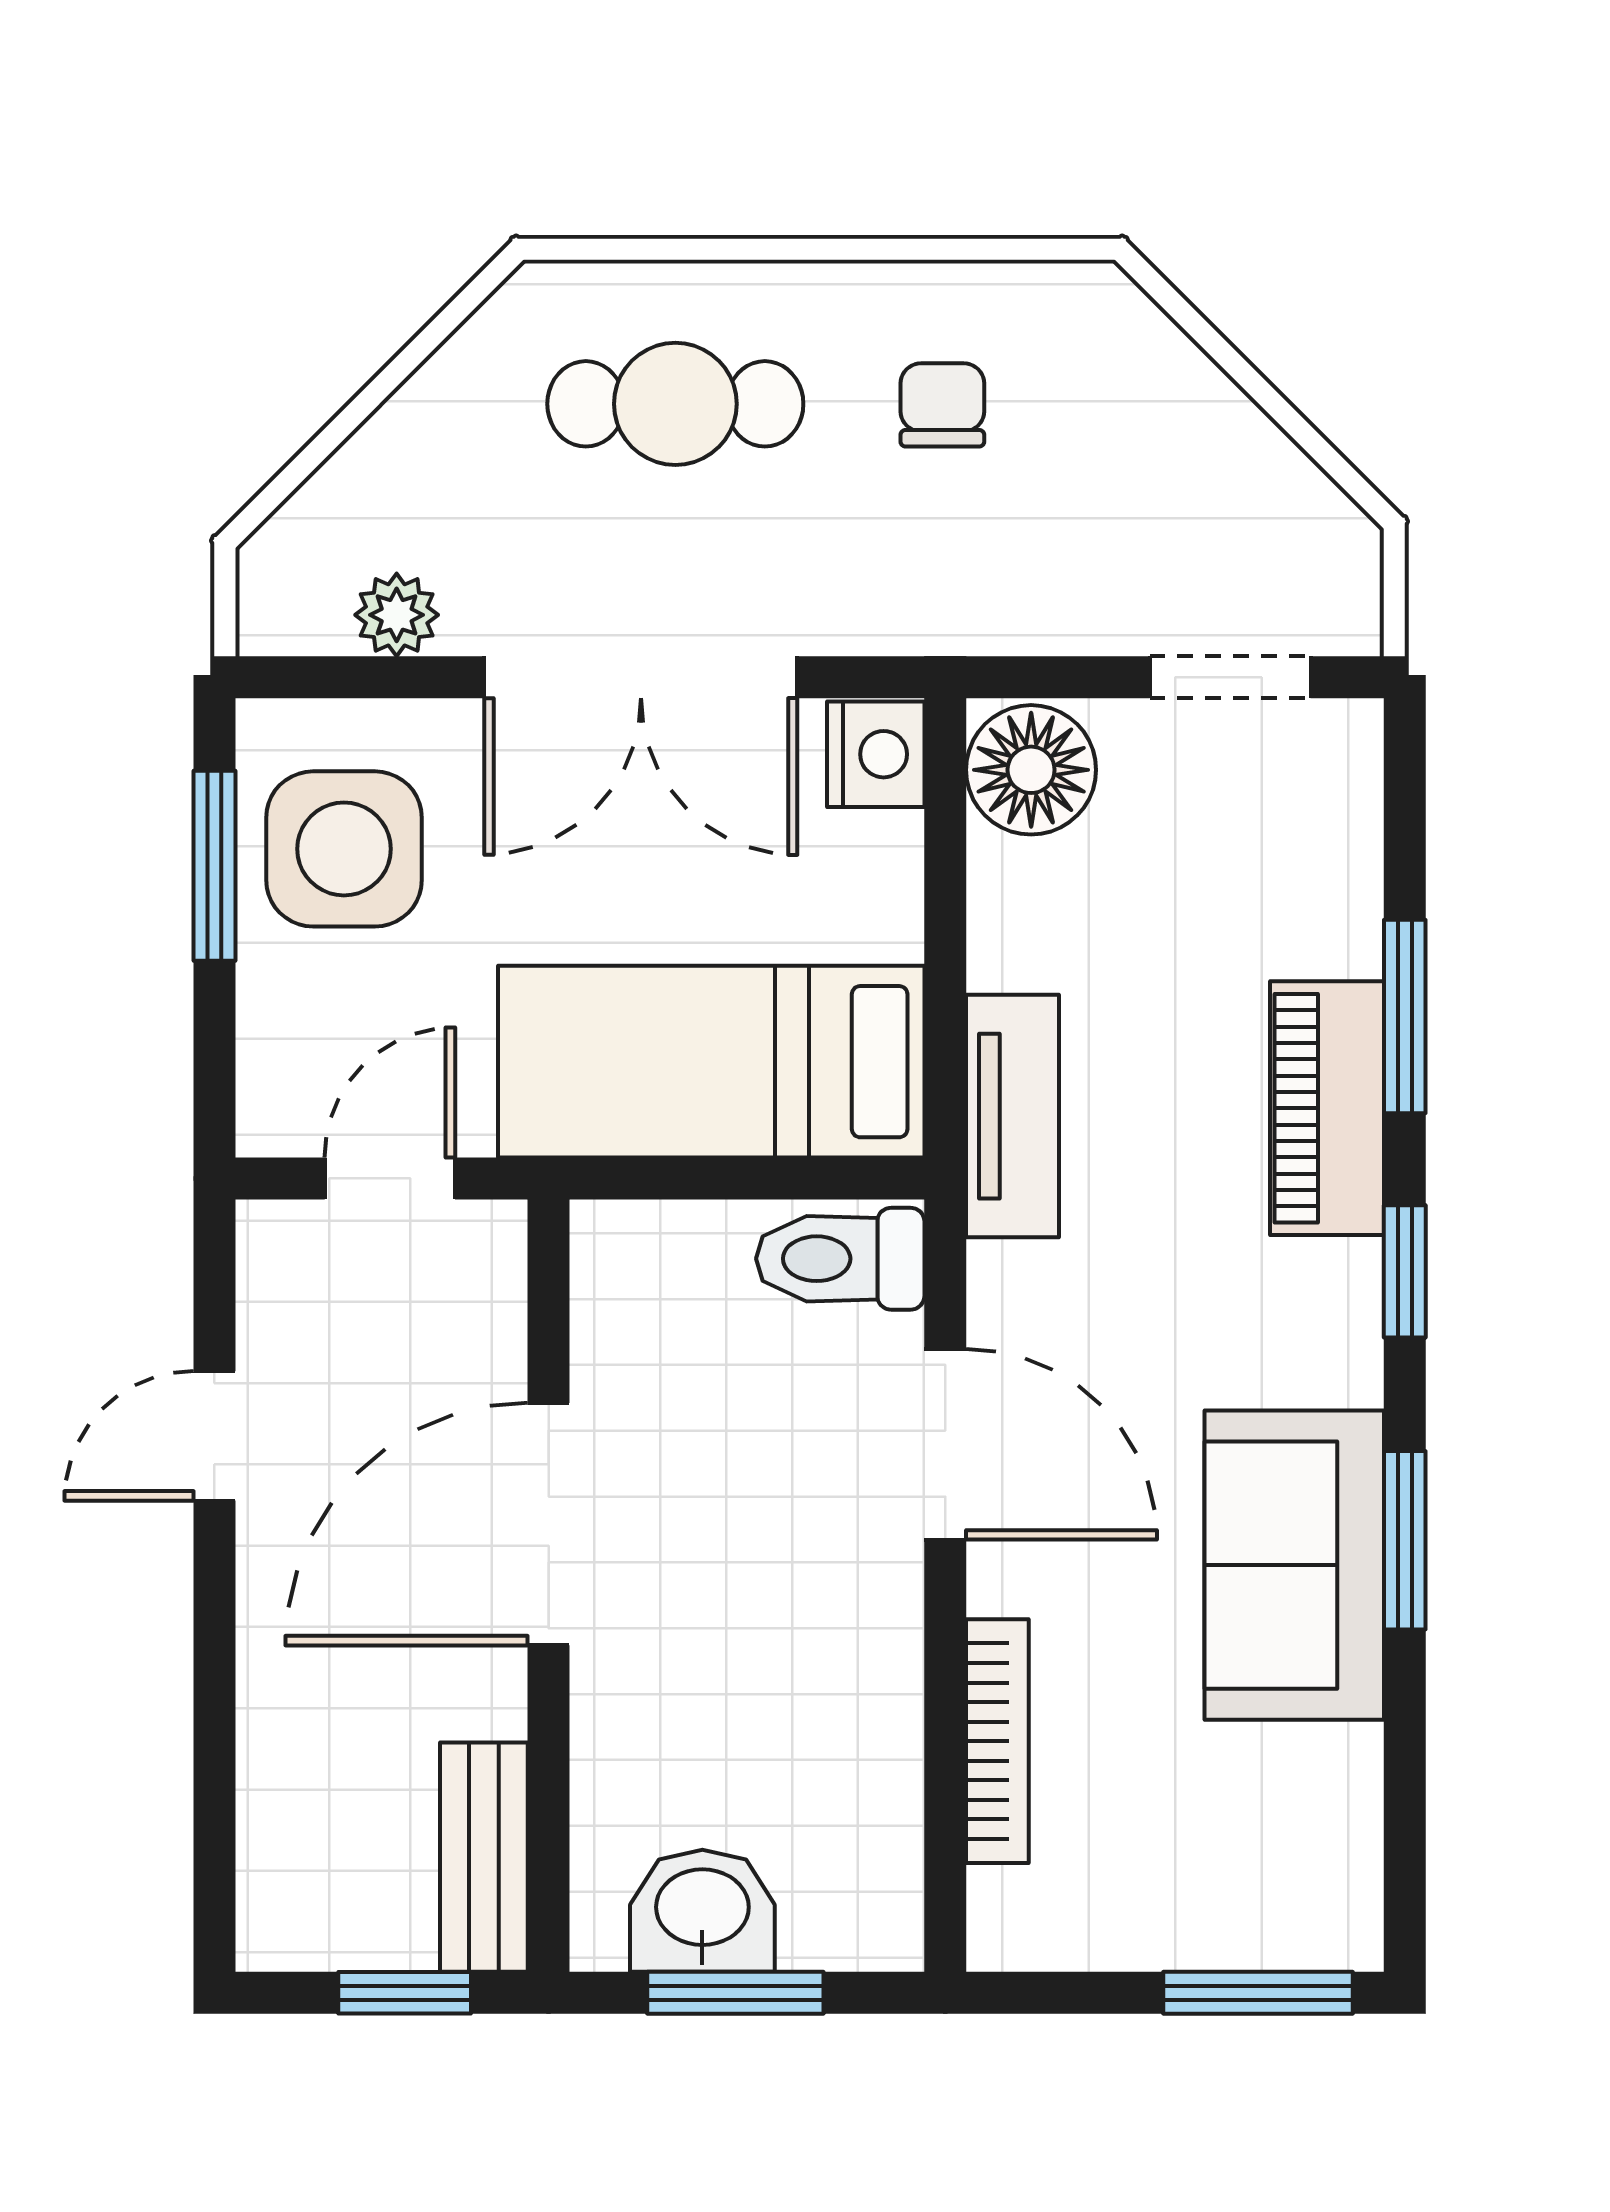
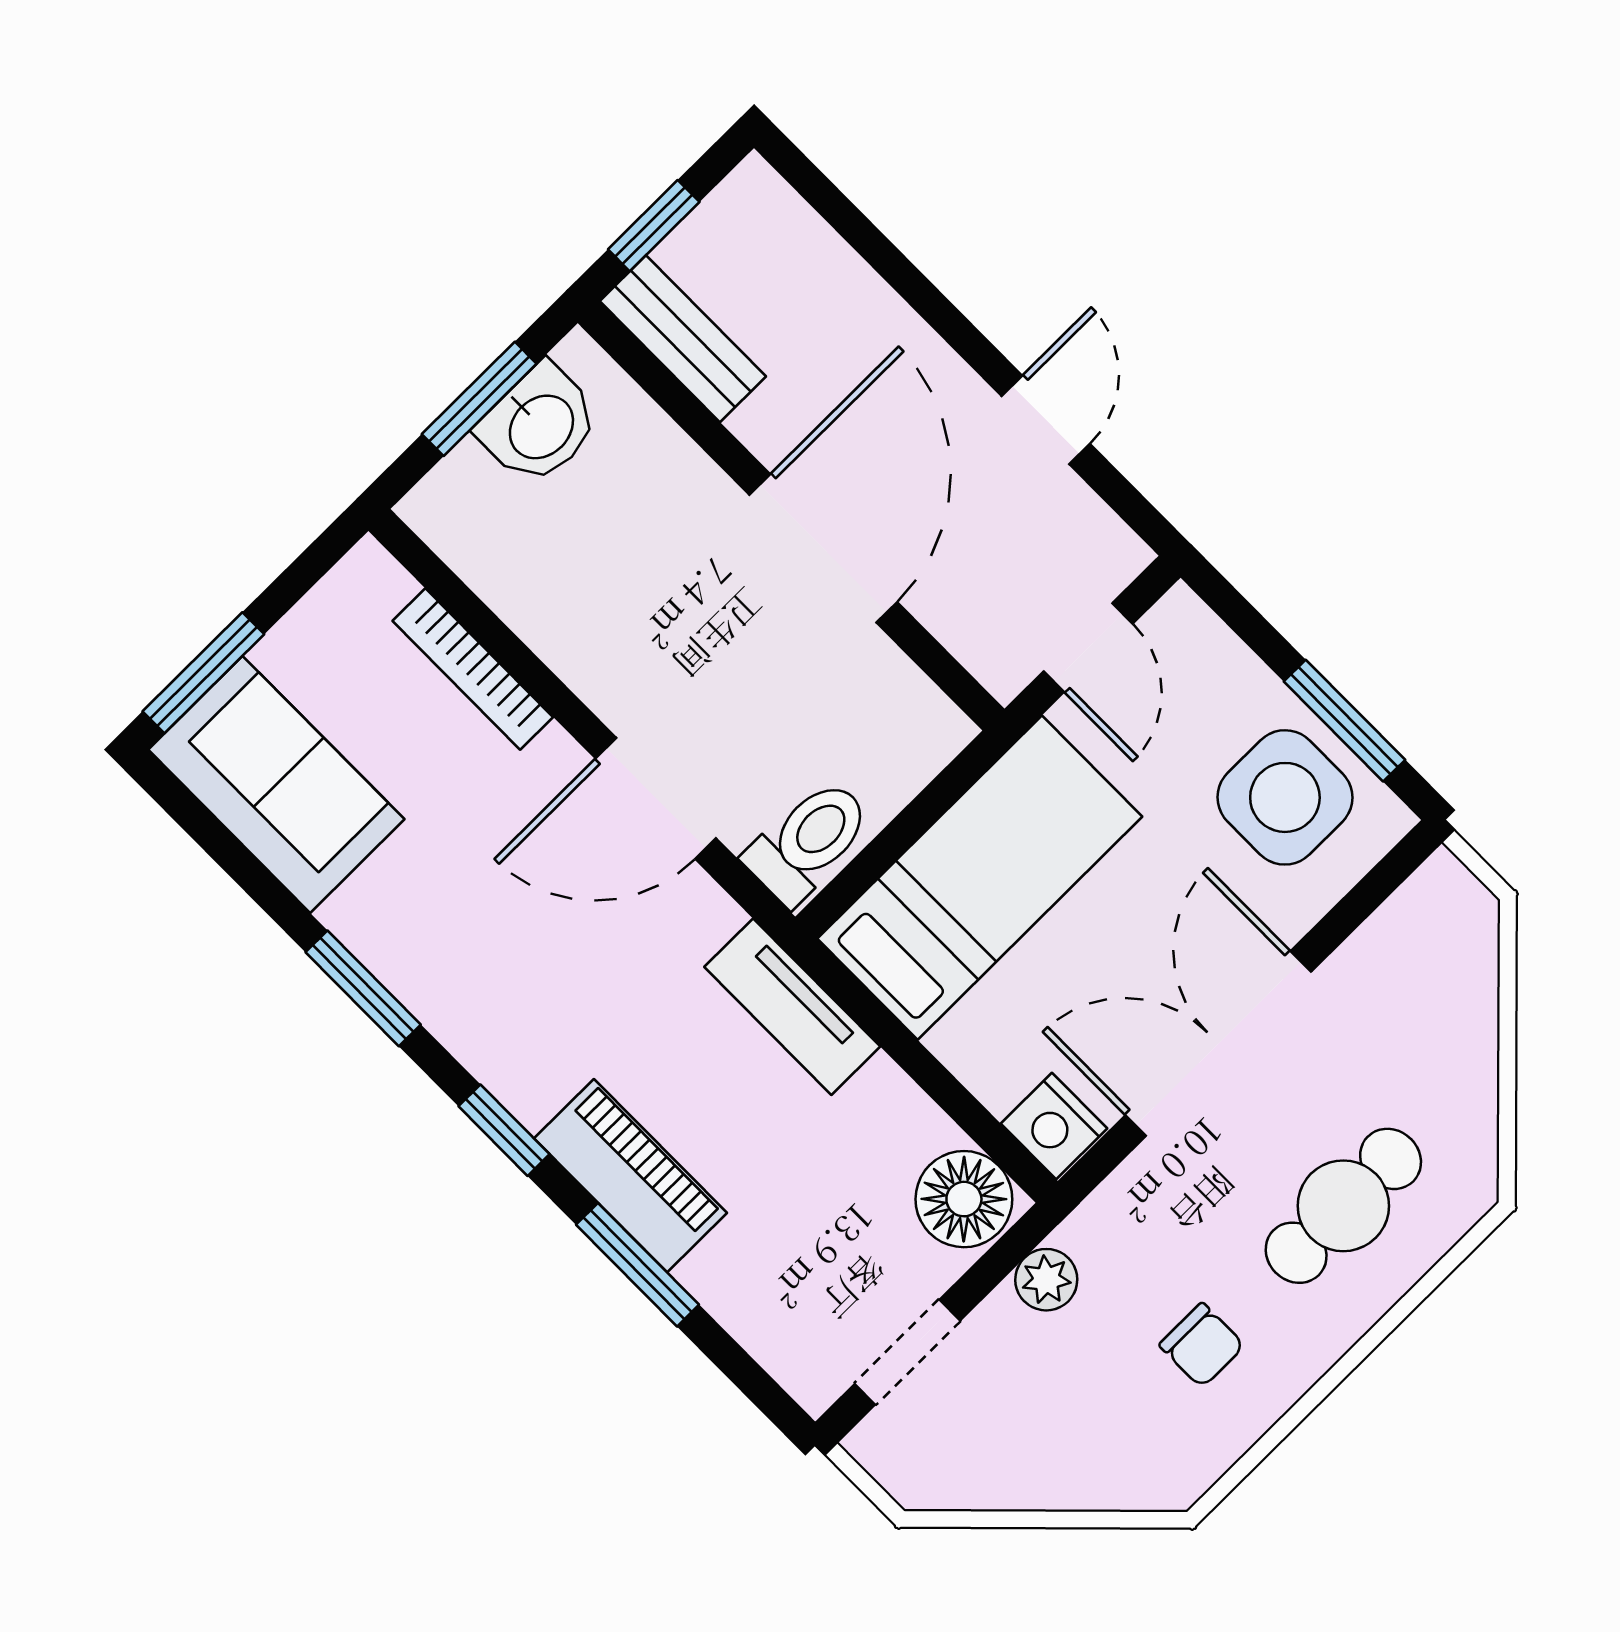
plant: (397, 615) -> (1046, 1280), moved
sofa: (1294, 1565) -> (276, 784), moved

